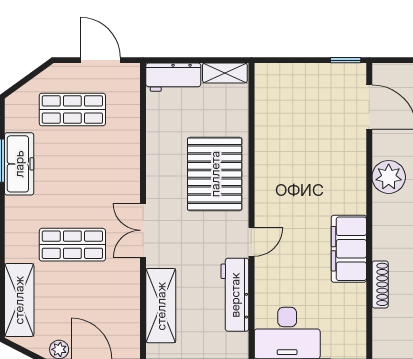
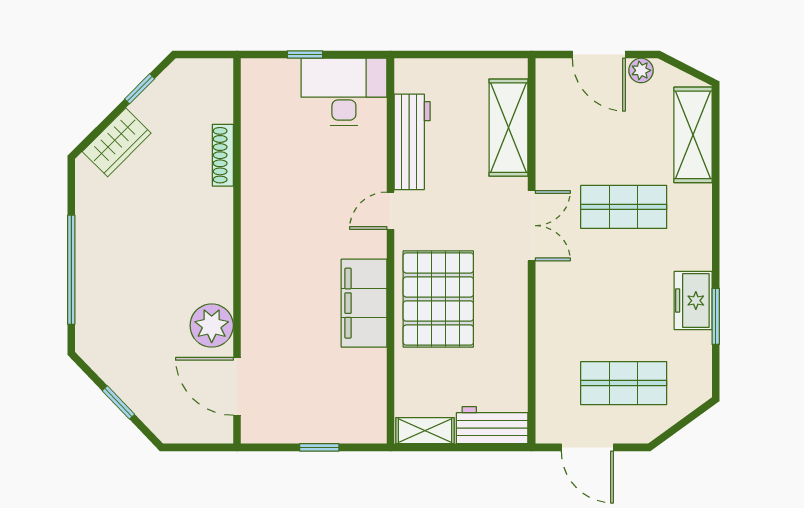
window: (346, 60) -> (319, 447), moved
freezer: (19, 164) -> (693, 301), width x0.71
plant: (389, 177) -> (212, 326), moved
filing cabinet: (349, 249) -> (364, 303), moved, turned 180

